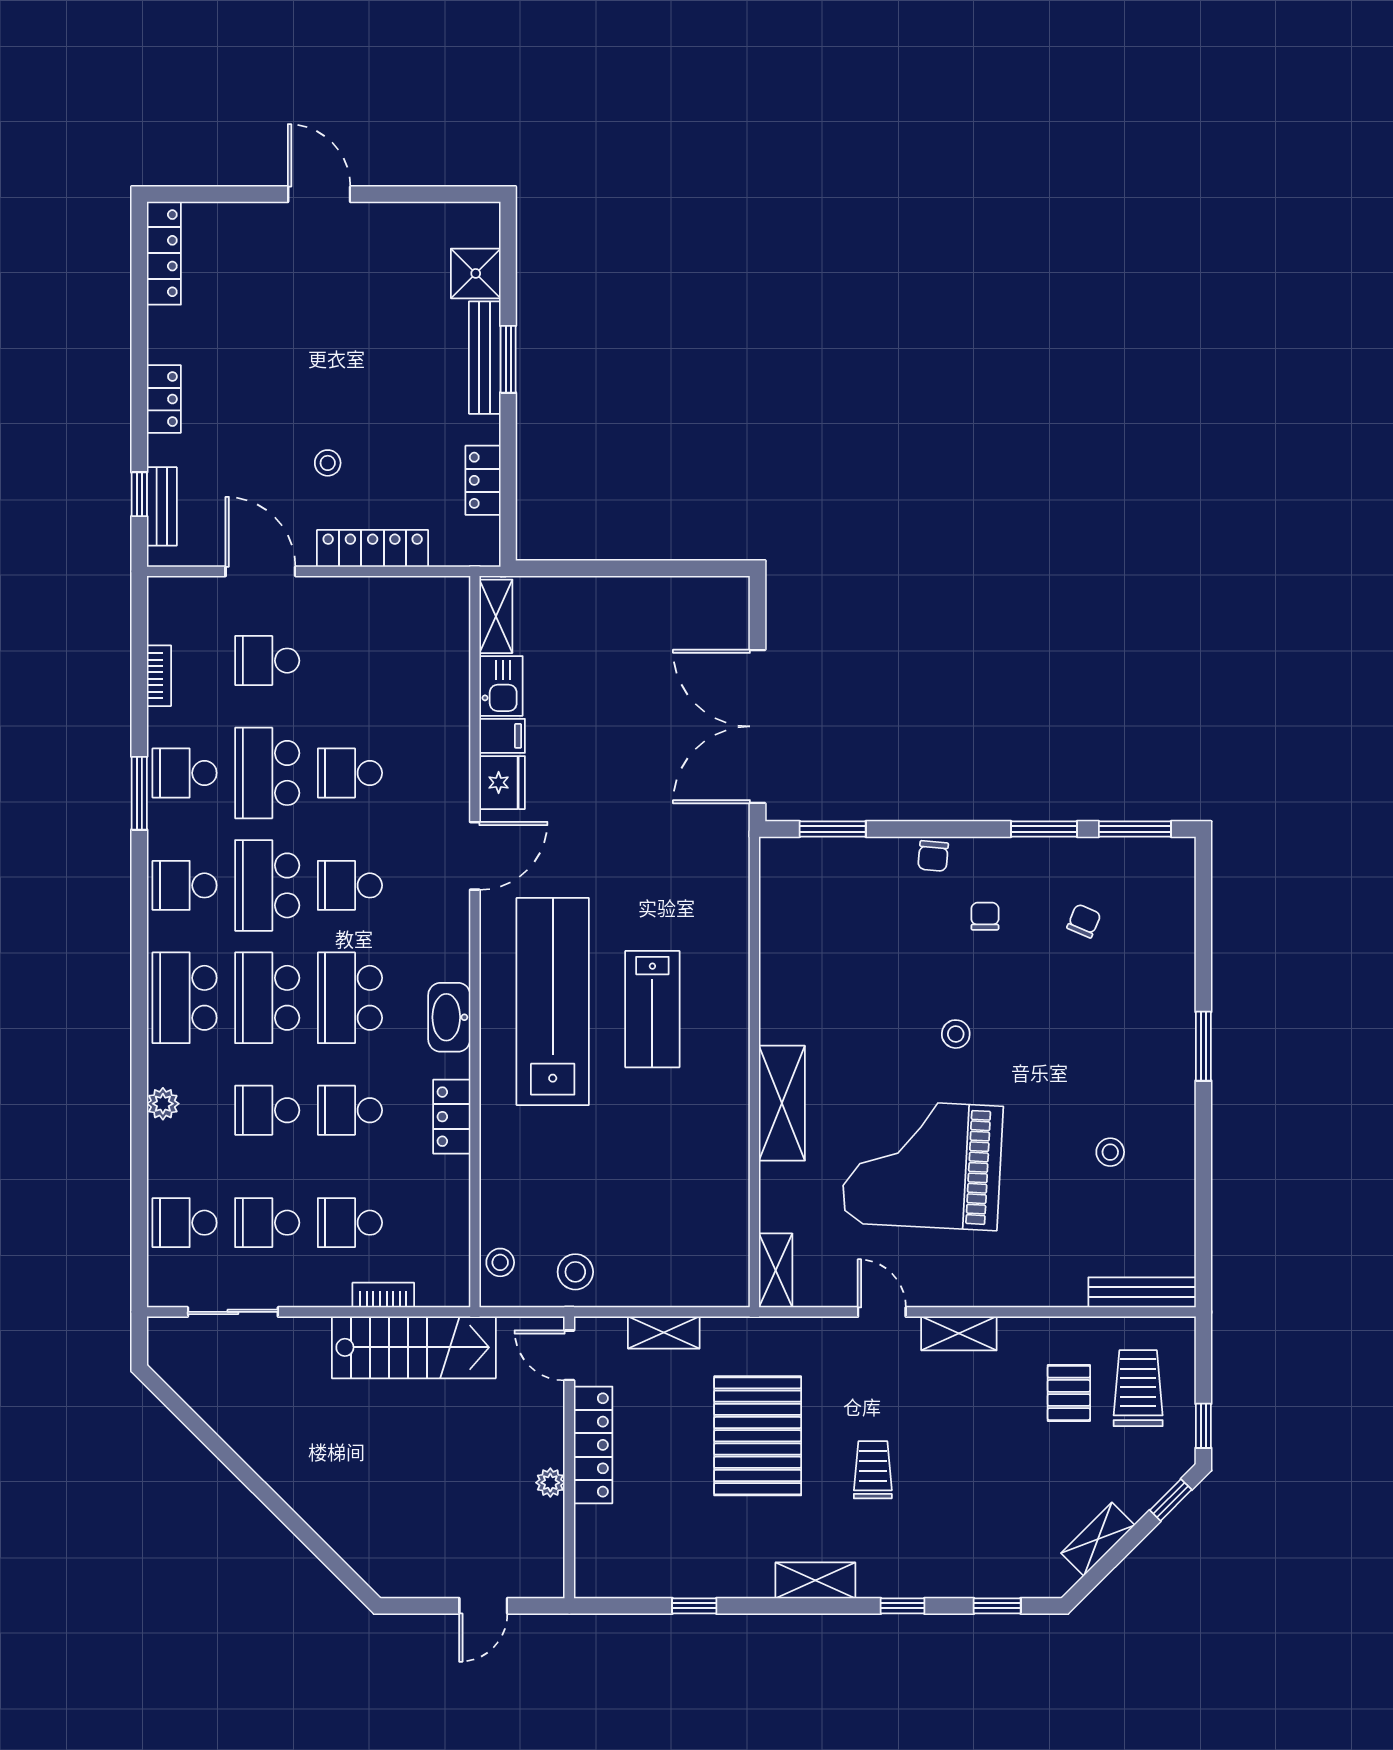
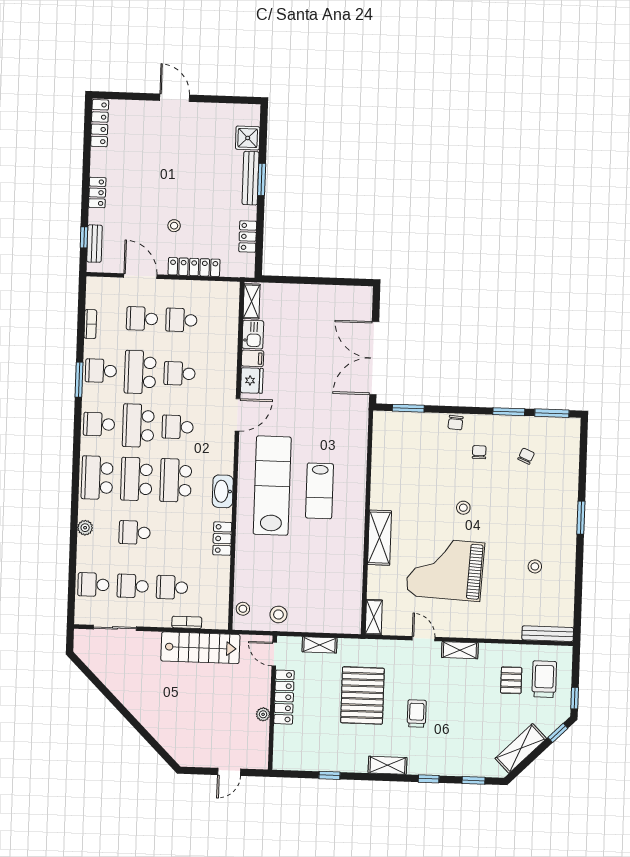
school desk: (350, 1110) -> (181, 320), moved
shelving: (1098, 1539) -> (521, 748), width x1.50, depth x1.33

